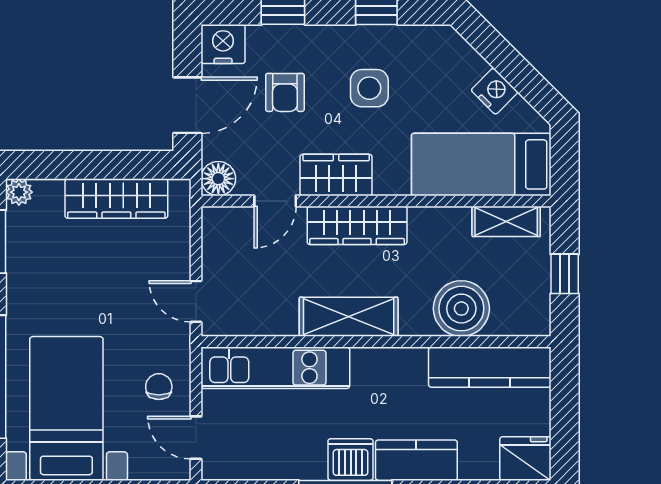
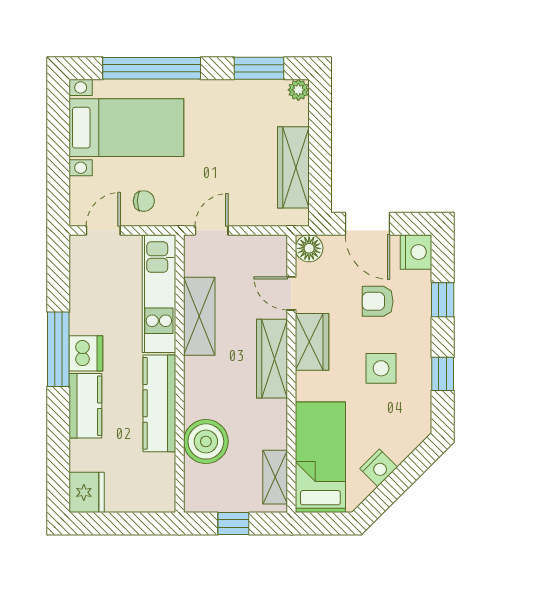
shelving: (349, 317) -> (199, 316), moved
kitchen counter: (490, 367) -> (159, 403), moved

